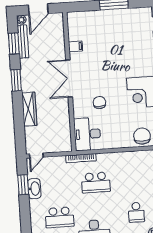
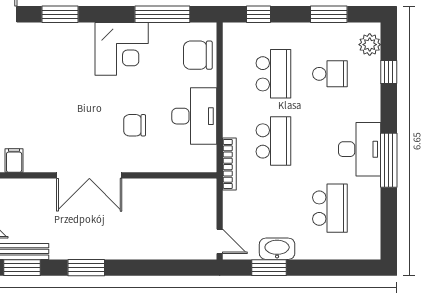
filing cabinet: (76, 46) -> (14, 160), moved
wardrobe: (29, 109) -> (138, 248), removed
desk: (87, 134) -> (194, 116), moved, turned -90
school desk: (134, 180) -> (273, 74), added

